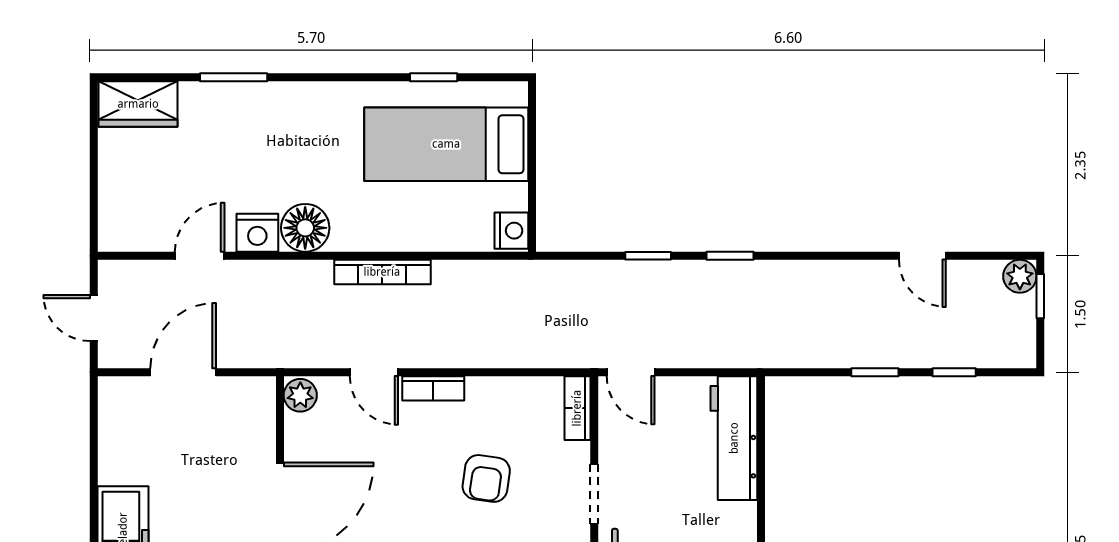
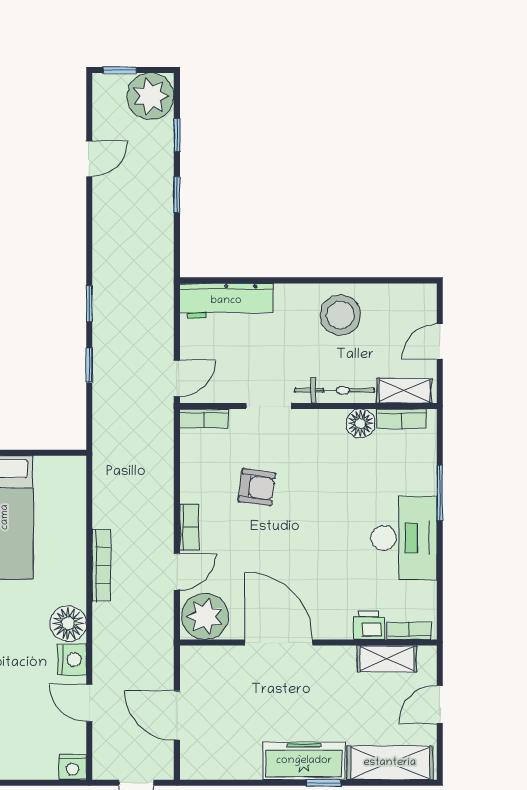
nightstand: (511, 231) -> (73, 767), moved, turned 180
plant: (1020, 276) -> (151, 96), moved, width x1.87, depth x1.87
plant: (300, 395) -> (205, 616), width x1.87, depth x1.87

